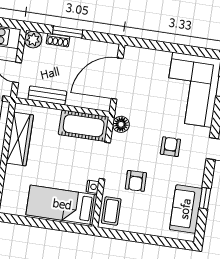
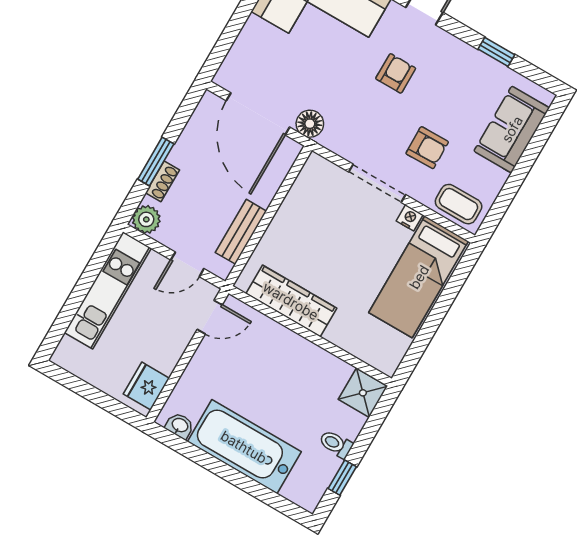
floor lamp: (121, 124) -> (310, 124), moved
cot: (84, 126) -> (310, 194), removed
armchair: (170, 147) -> (396, 73), turned 90
sofa: (186, 209) -> (512, 129), moved, turned 90

